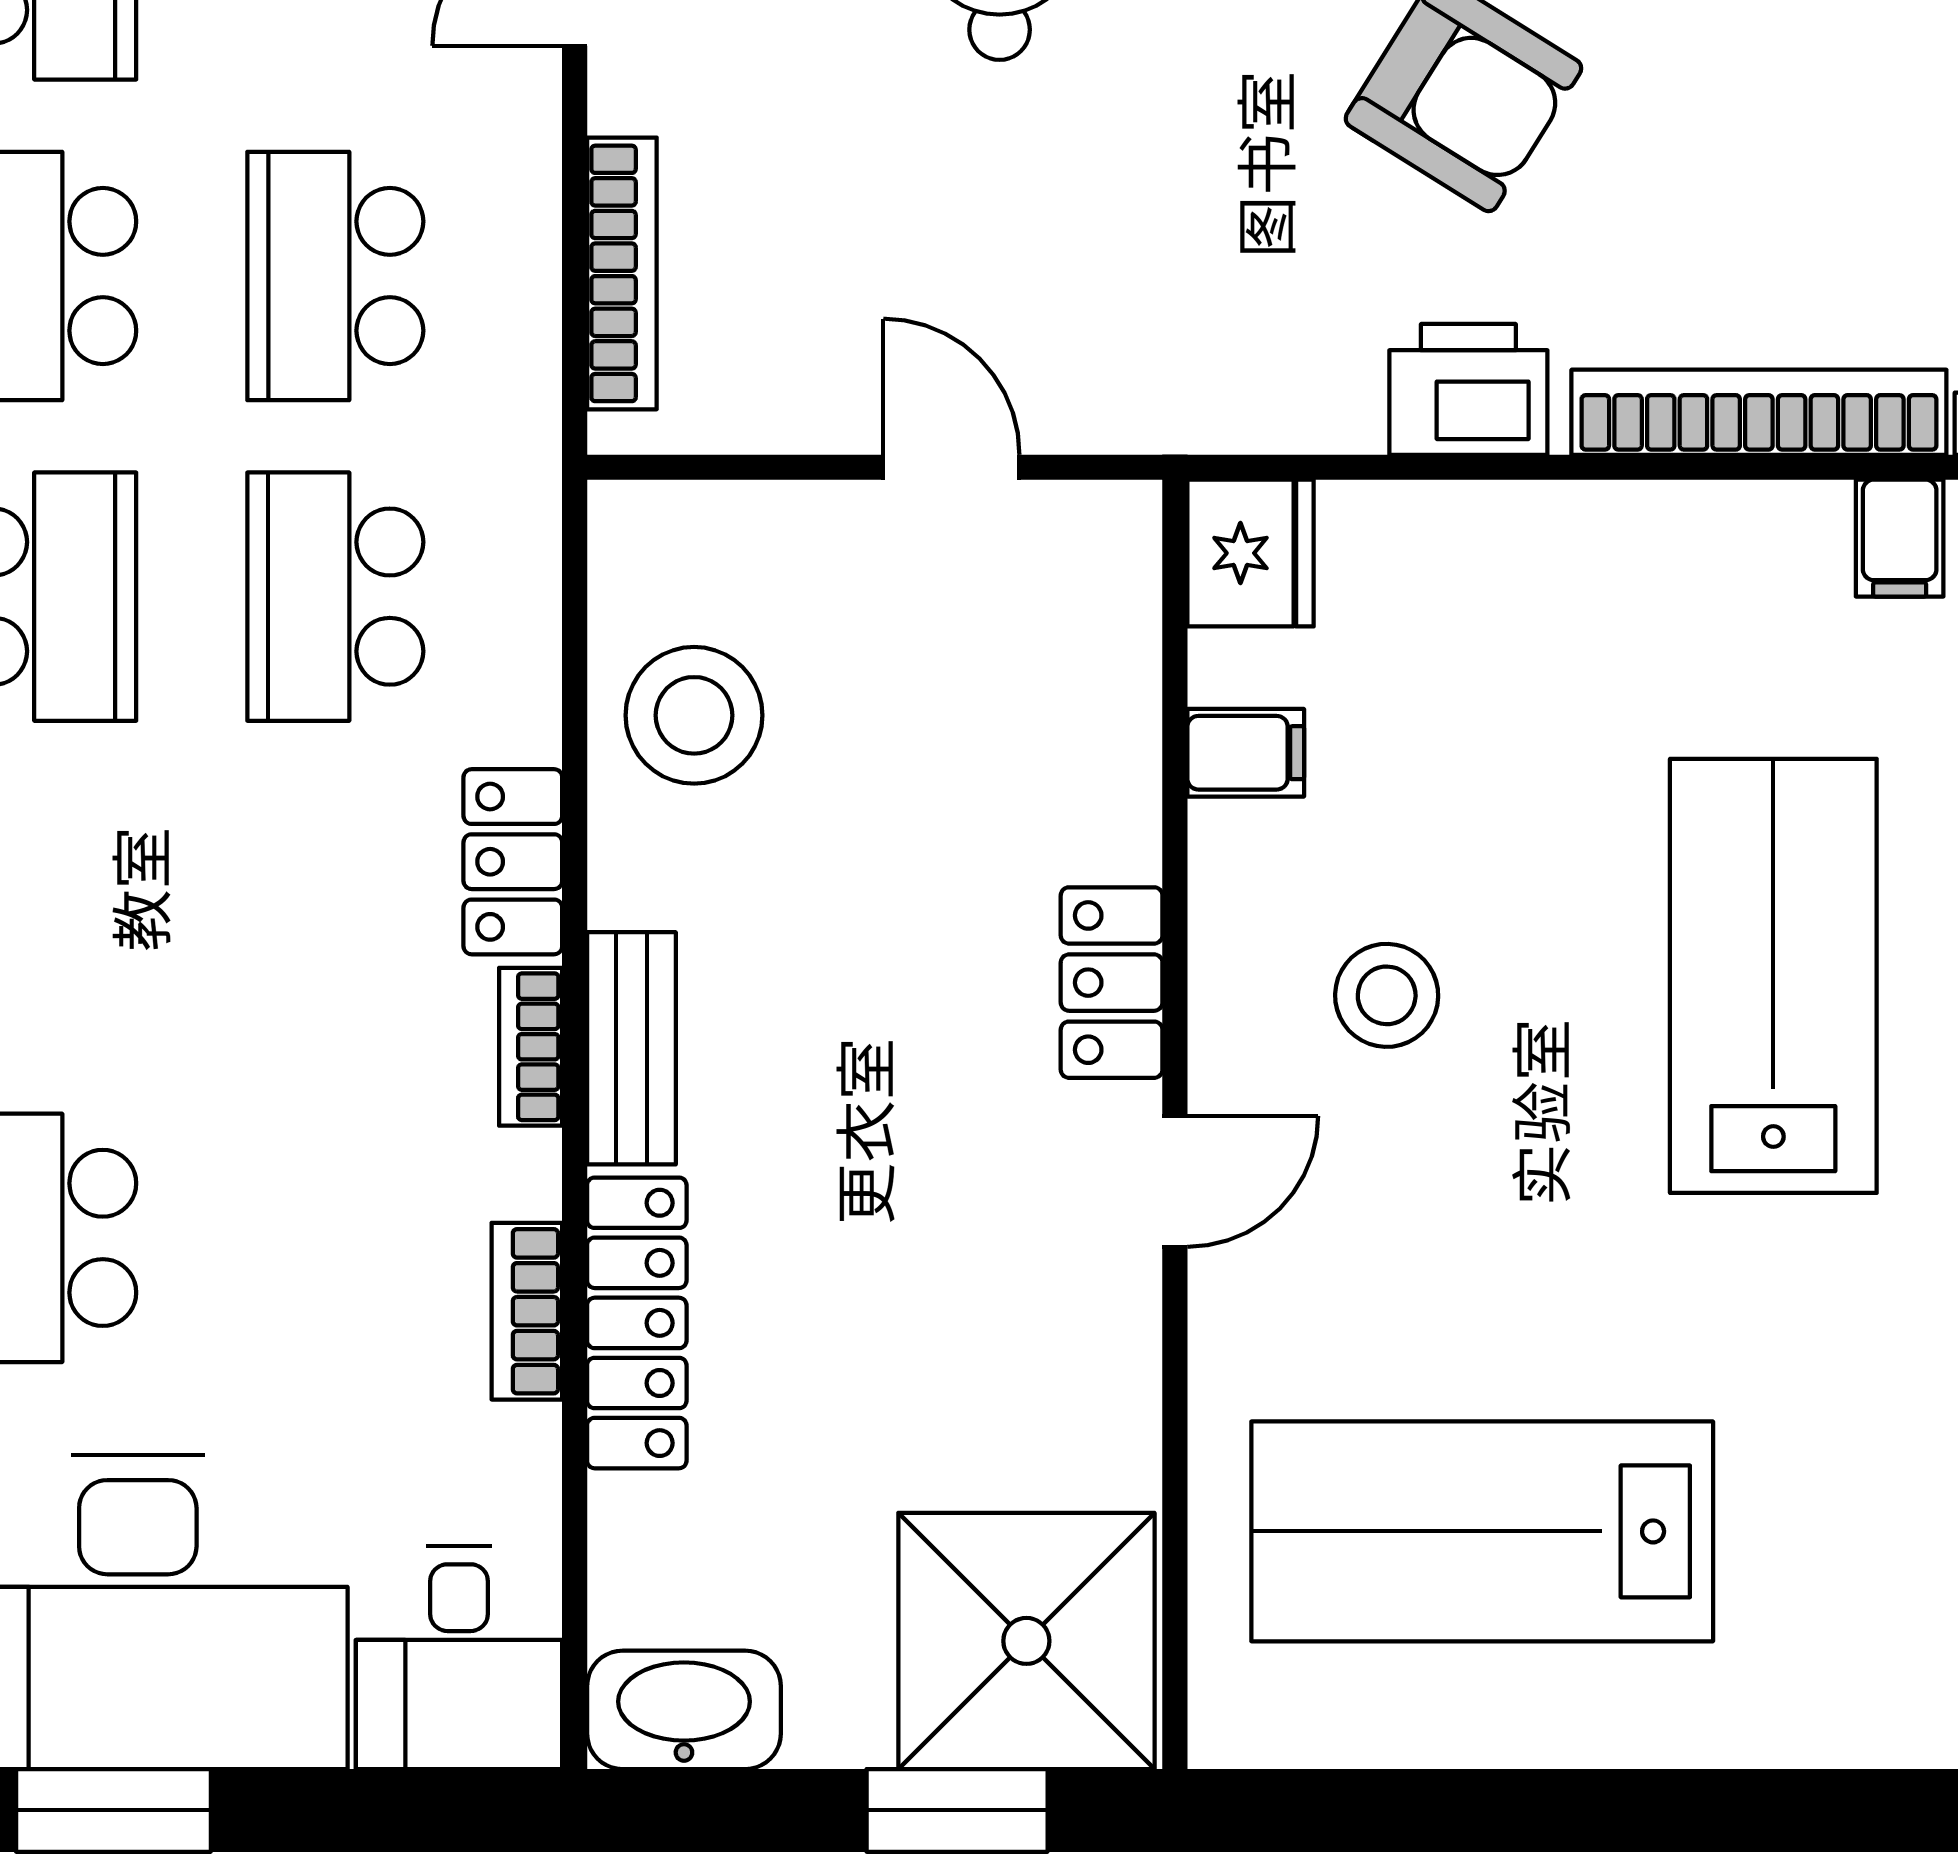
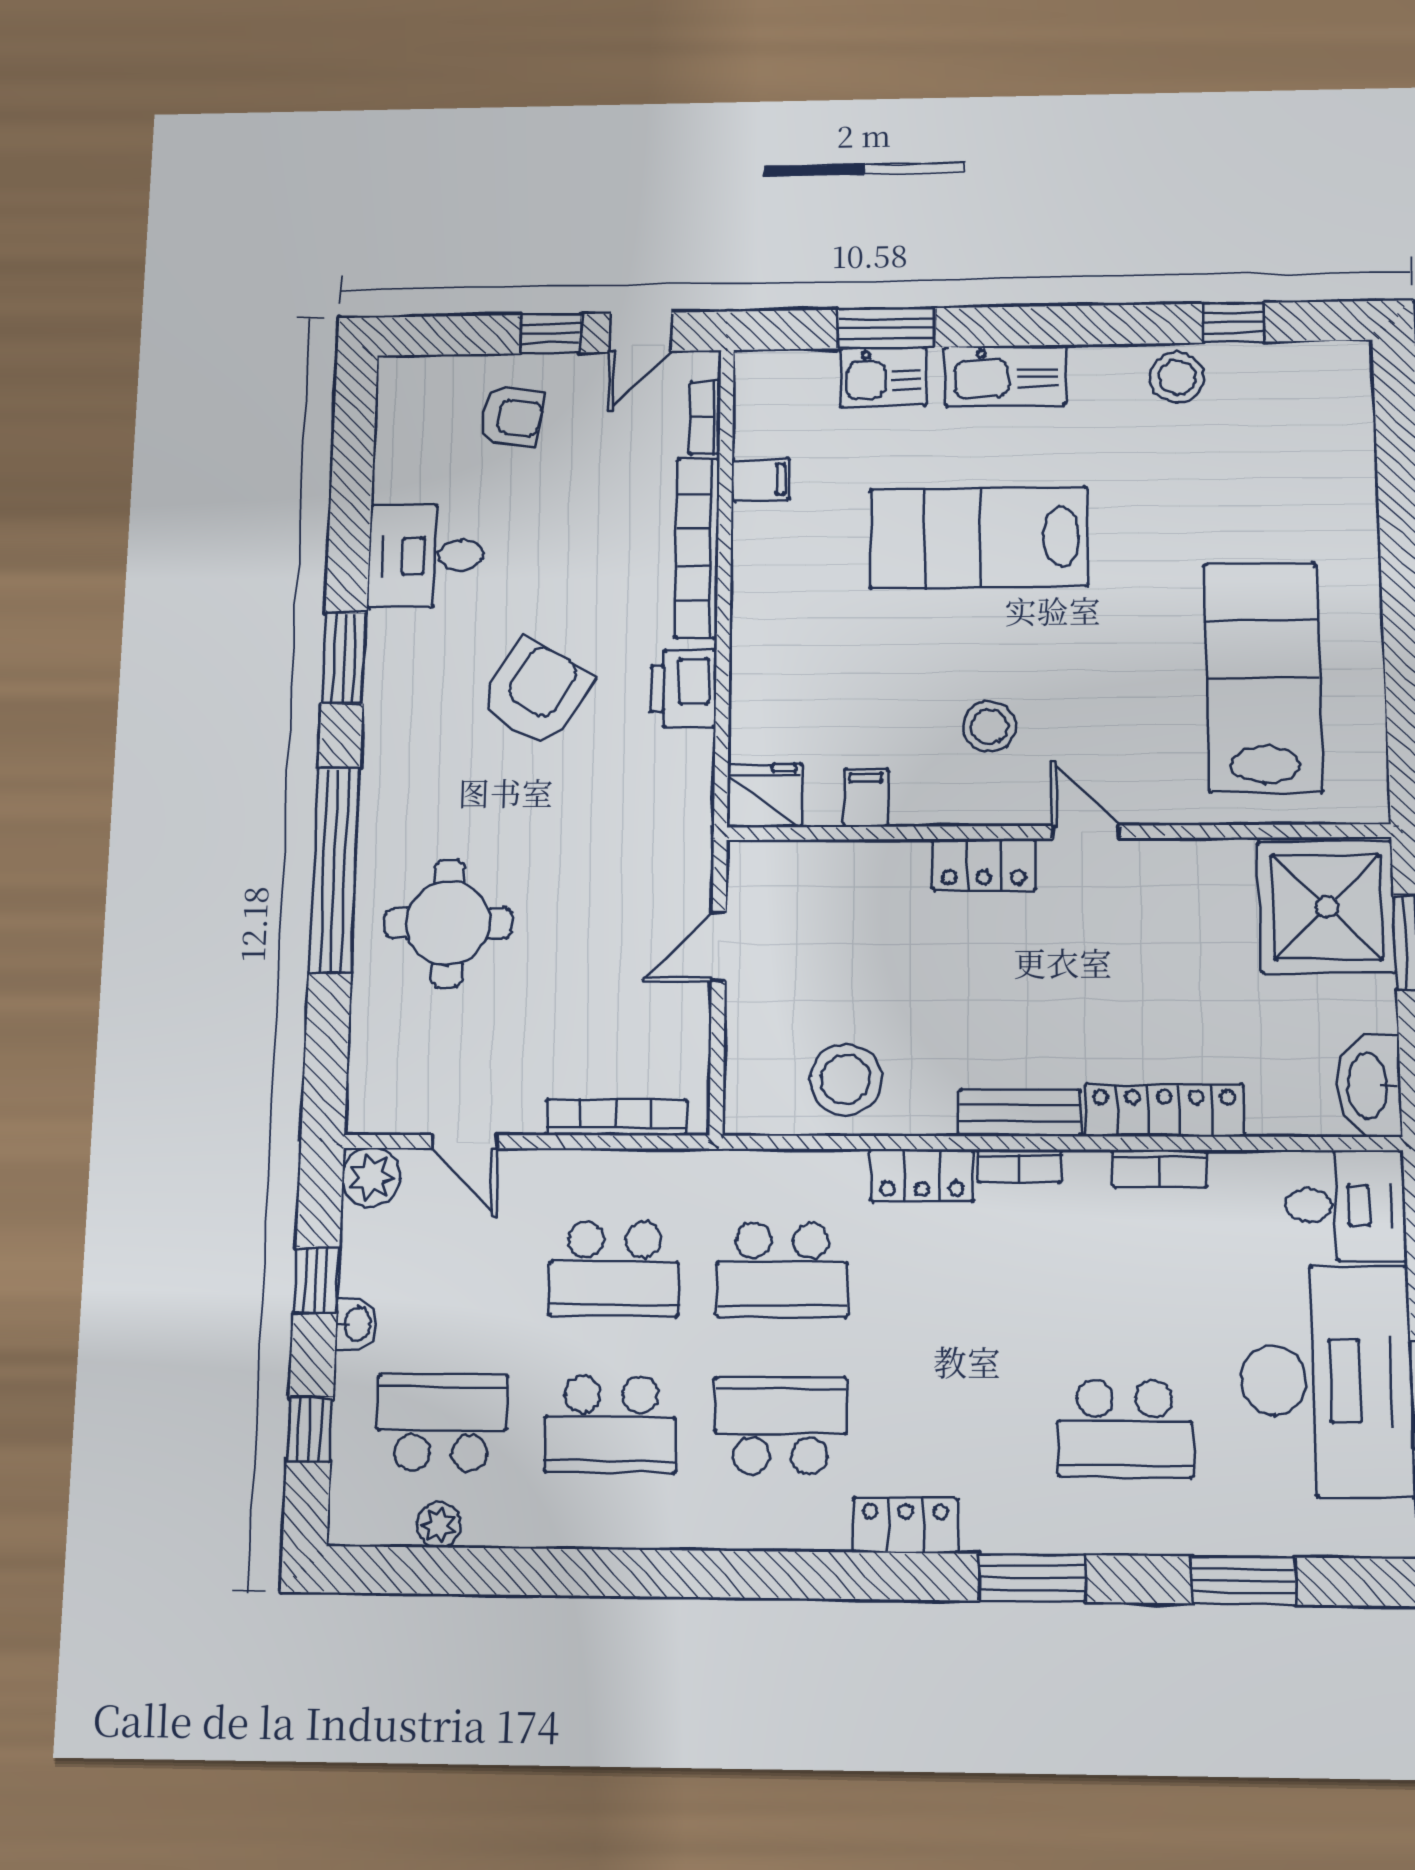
lab bench: (1482, 1531) -> (1263, 677), turned 180

